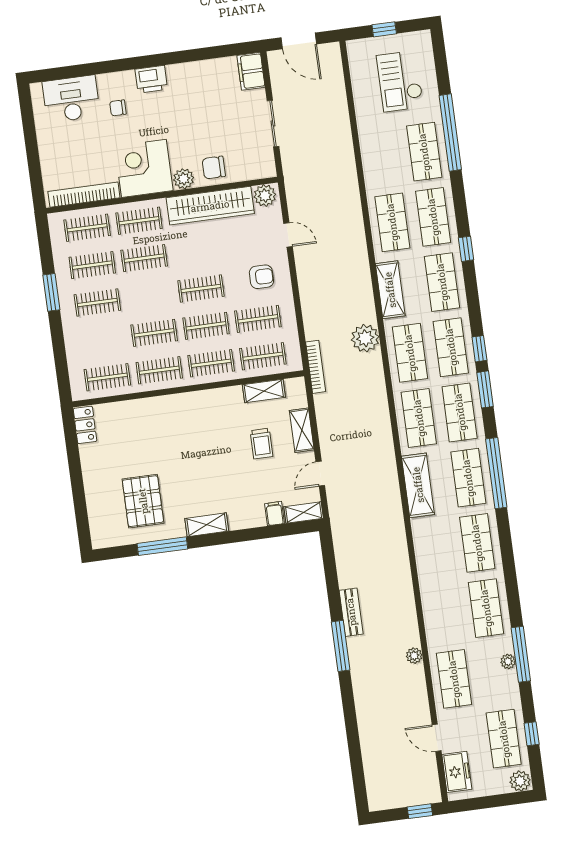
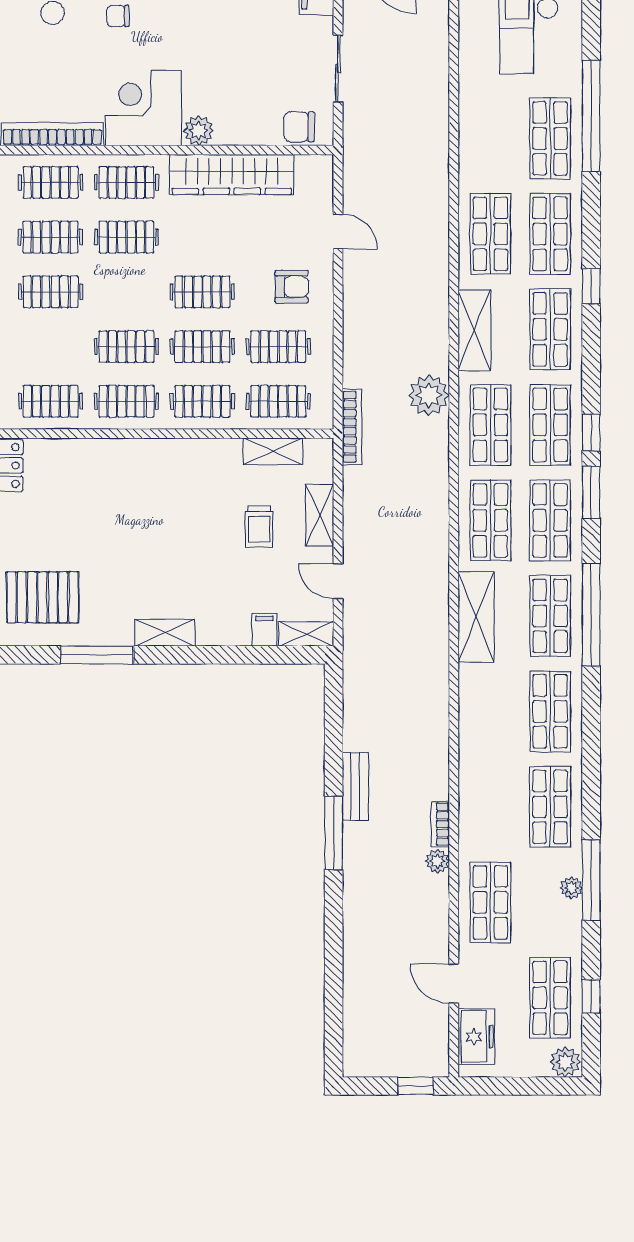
chair: (214, 168) -> (299, 127), moved
plant: (265, 196) -> (312, 171), removed
door: (320, 474) -> (338, 581), hinge flipped
pallet: (143, 501) -> (42, 597), moved, turned 90
bookcase: (413, 630) -> (440, 824), added

